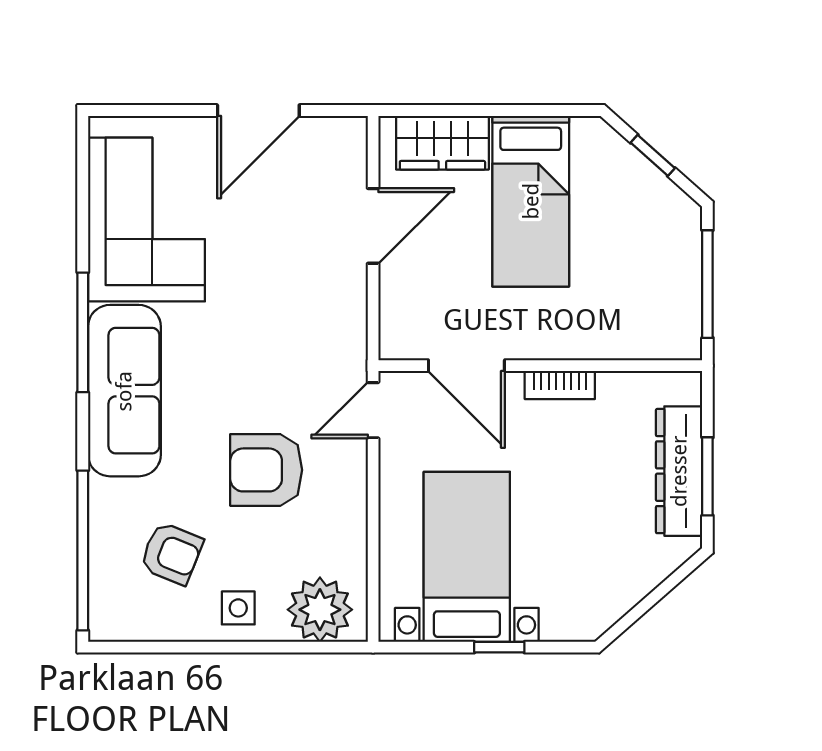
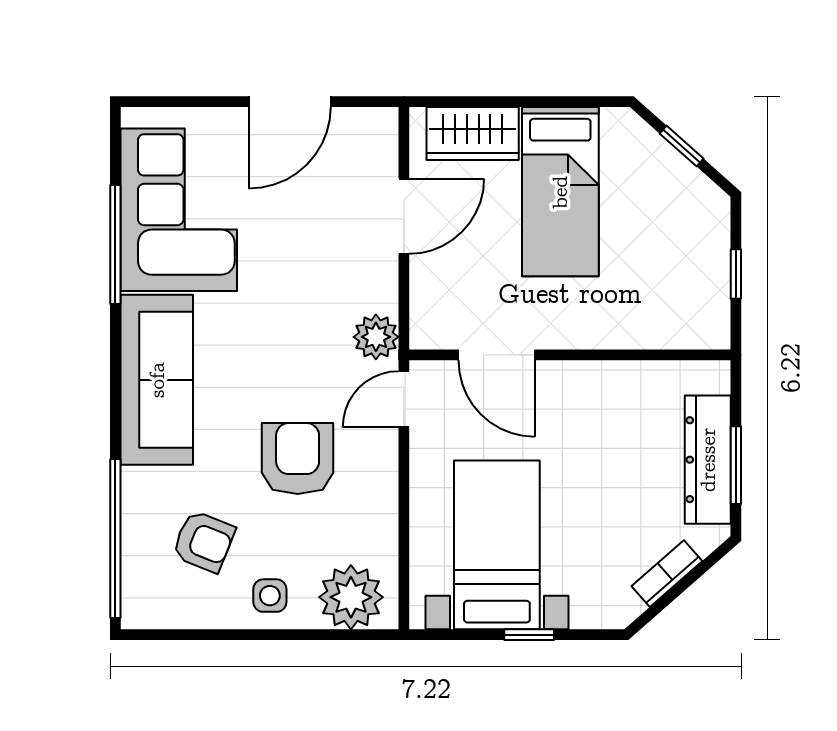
window: (707, 284) -> (736, 274), width x0.46
window: (83, 332) -> (115, 244), moved
plant: (345, 347) -> (376, 337), added
bookcase: (560, 385) -> (667, 574), moved, turned 139
armchair: (266, 470) -> (298, 459), turned 90

